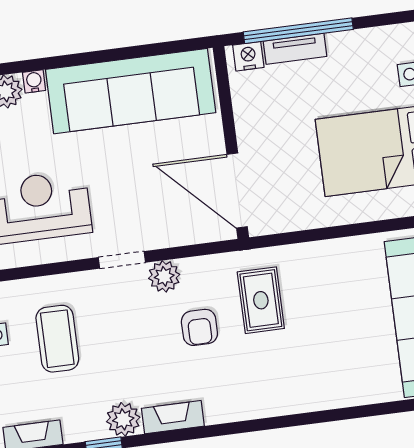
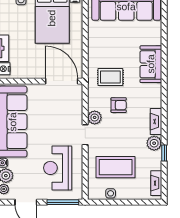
door: (237, 191) -> (62, 81), swing flipped
coffee table: (57, 339) -> (116, 167), width x1.36, depth x1.32
sofa: (302, 389) -> (151, 64), added

